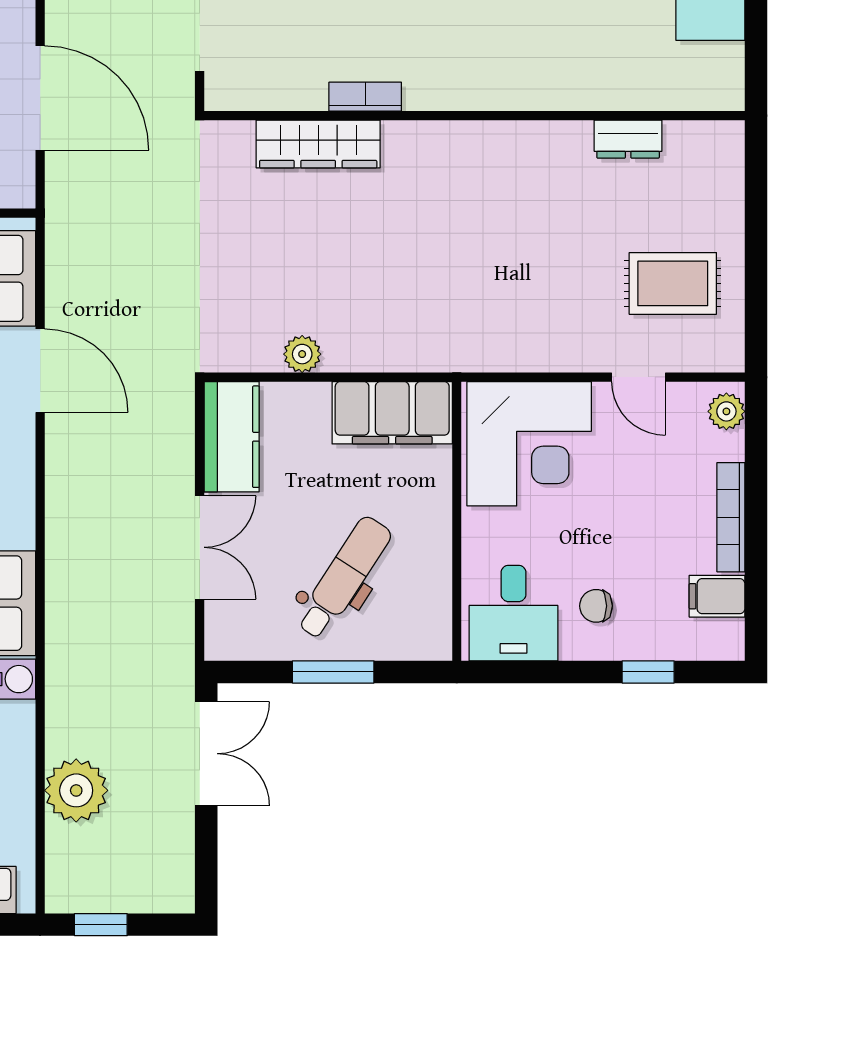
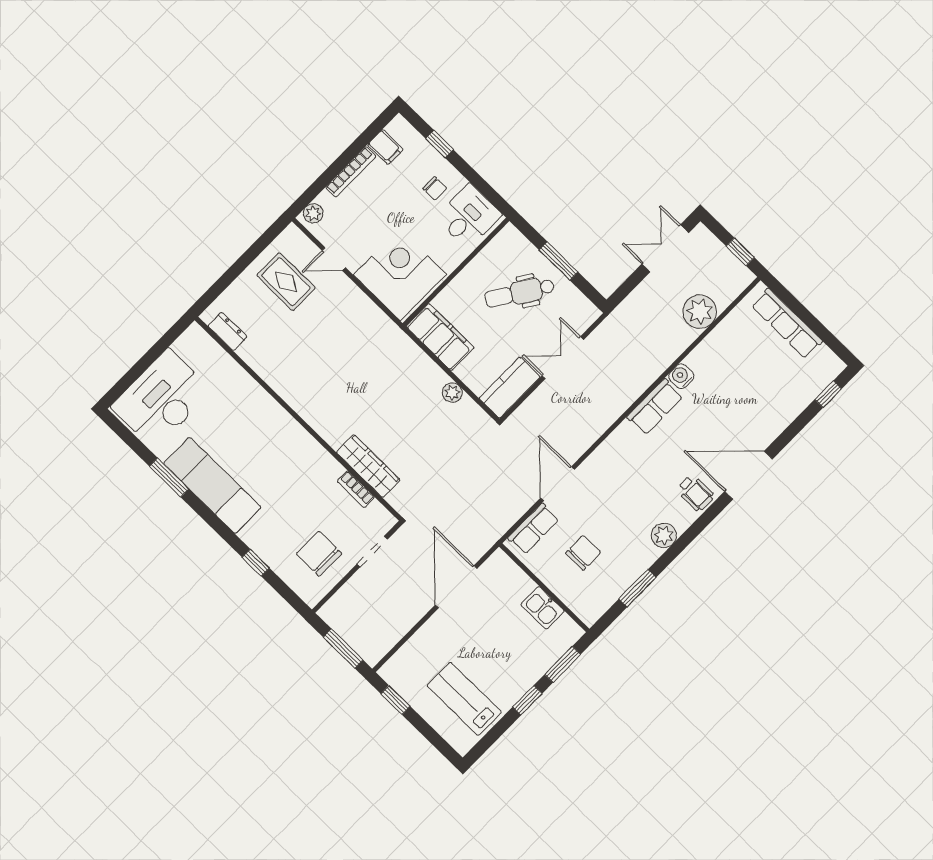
bookcase: (365, 97) -> (356, 489), moved
dresser: (628, 139) -> (227, 331), moved
door: (639, 377) -> (334, 259), swing flipped
double door: (206, 754) -> (665, 248), moved

